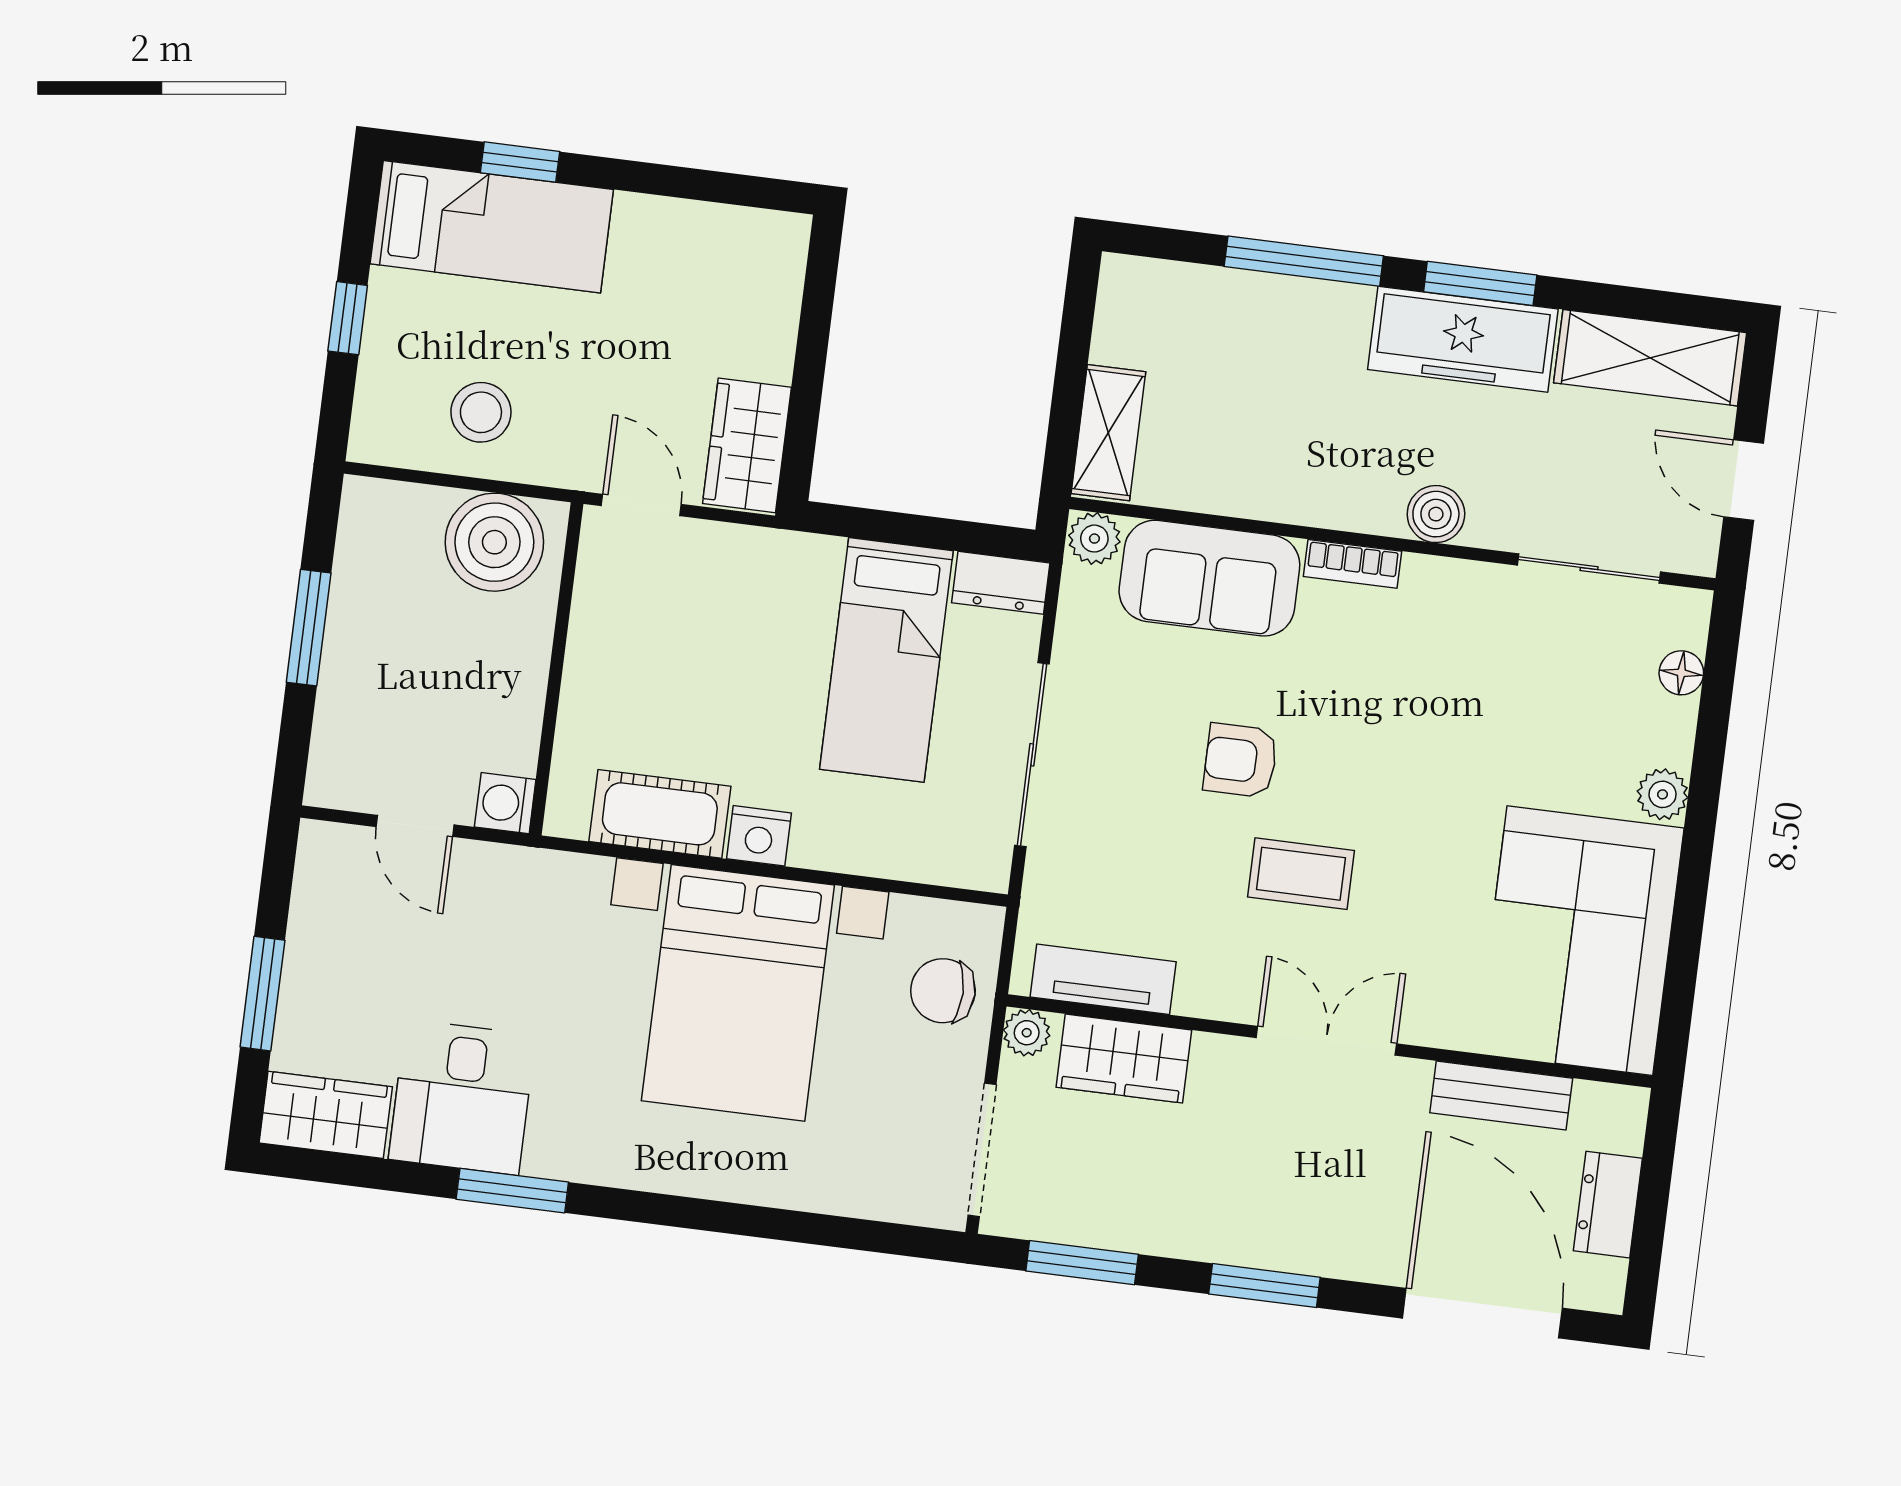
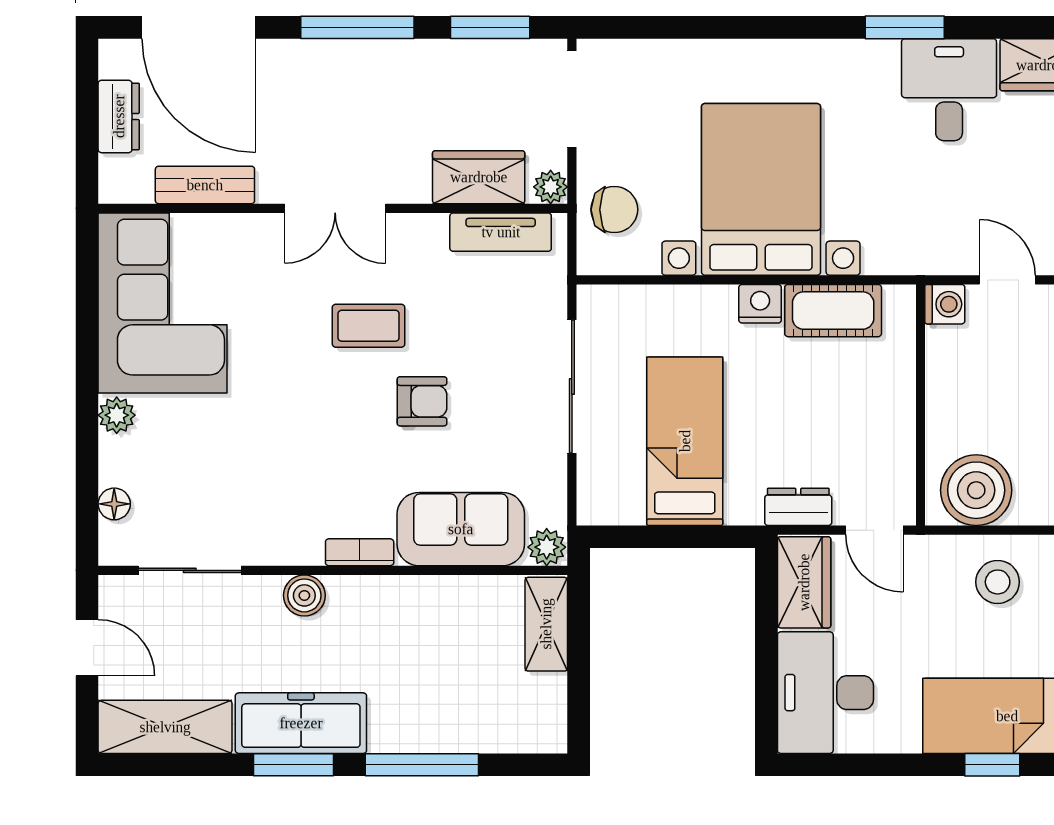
desk: (737, 290) -> (825, 693), added
dresser: (1001, 583) -> (798, 507), moved
window: (1264, 1286) -> (357, 27), width x1.44

